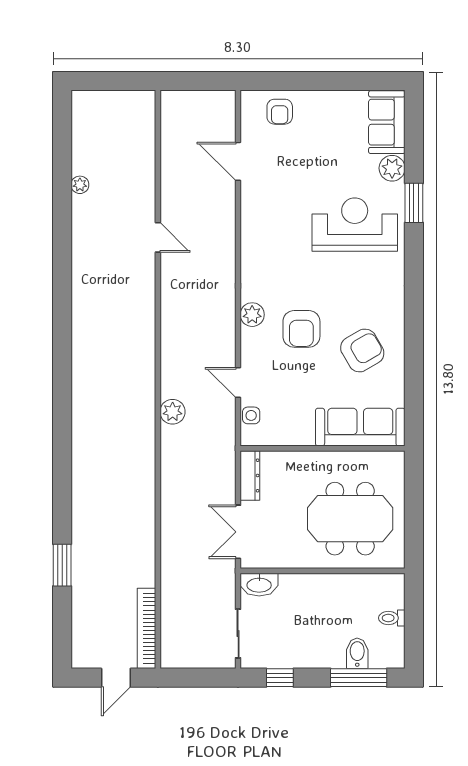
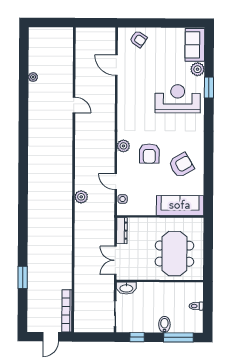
armchair: (280, 112) -> (138, 39), turned -56
meeting table: (350, 519) -> (174, 254), turned 90
bidet: (357, 653) -> (164, 324), moved

